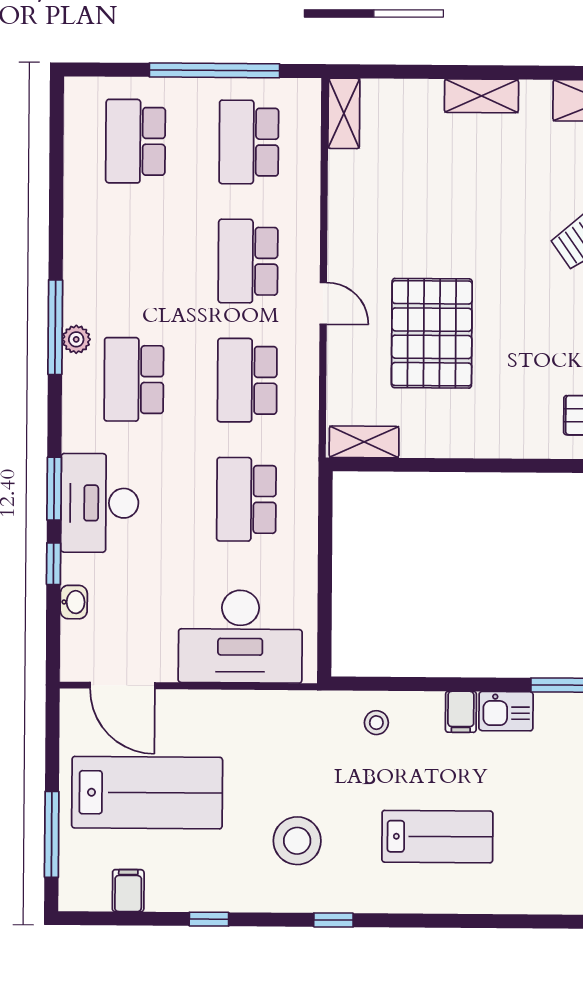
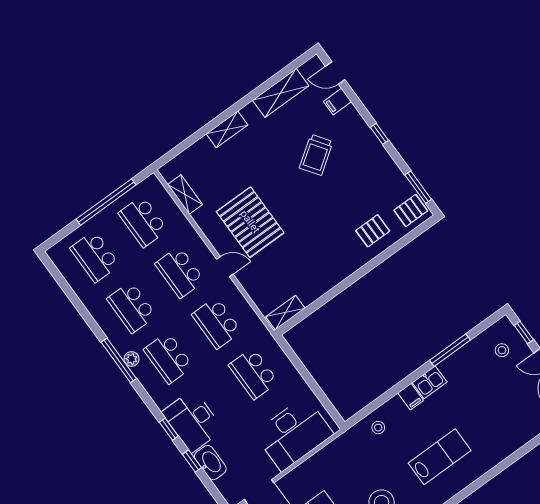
shelving: (344, 113) -> (185, 195), moved
school desk: (135, 260) -> (132, 307), added
pallet: (432, 333) -> (250, 222), moved
window: (54, 489) -> (169, 429), width x0.67
washbasin: (74, 602) -> (210, 463), width x1.91, depth x1.45

